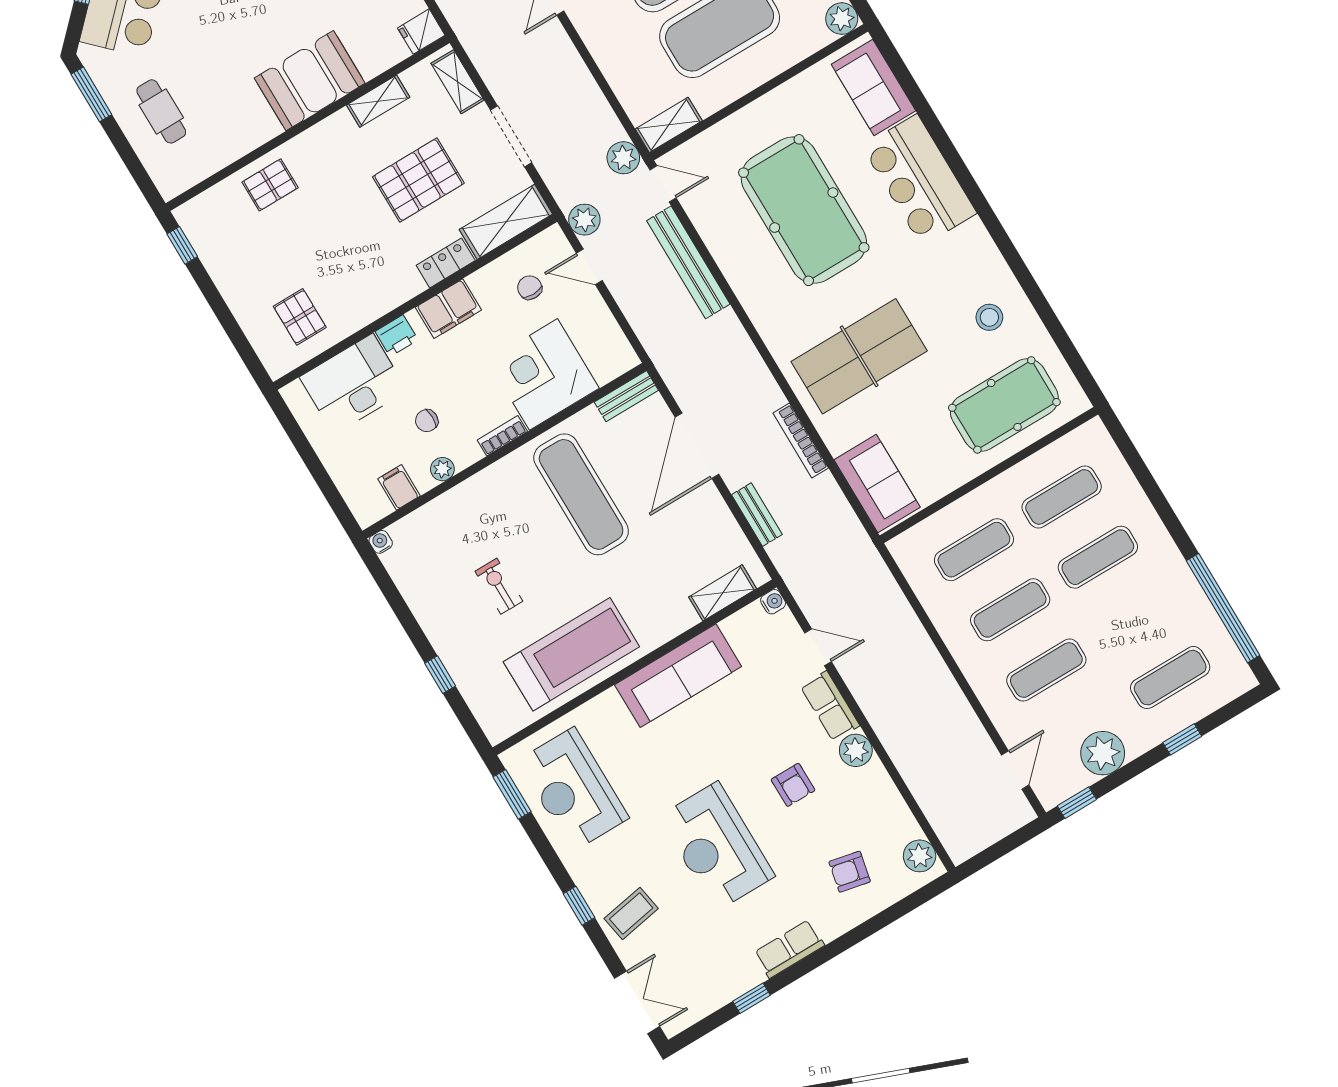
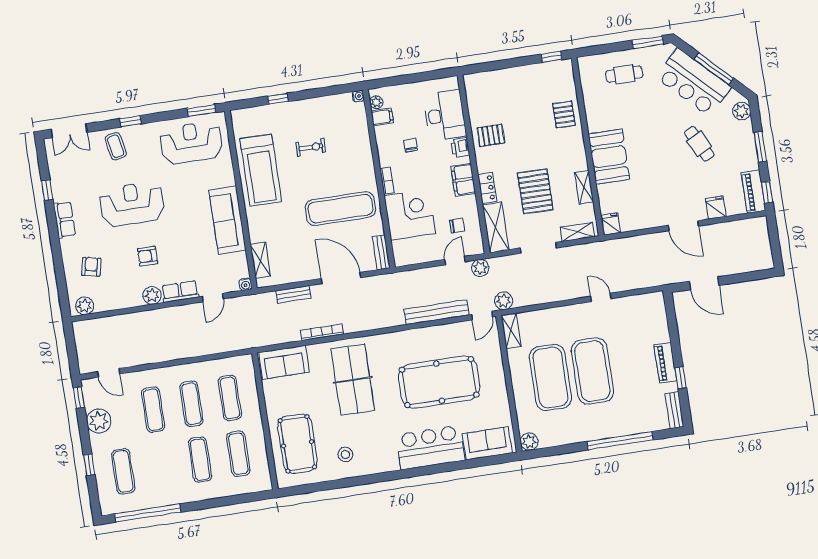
pallet: (300, 317) -> (491, 135), moved
plant: (442, 469) -> (376, 102), moved

